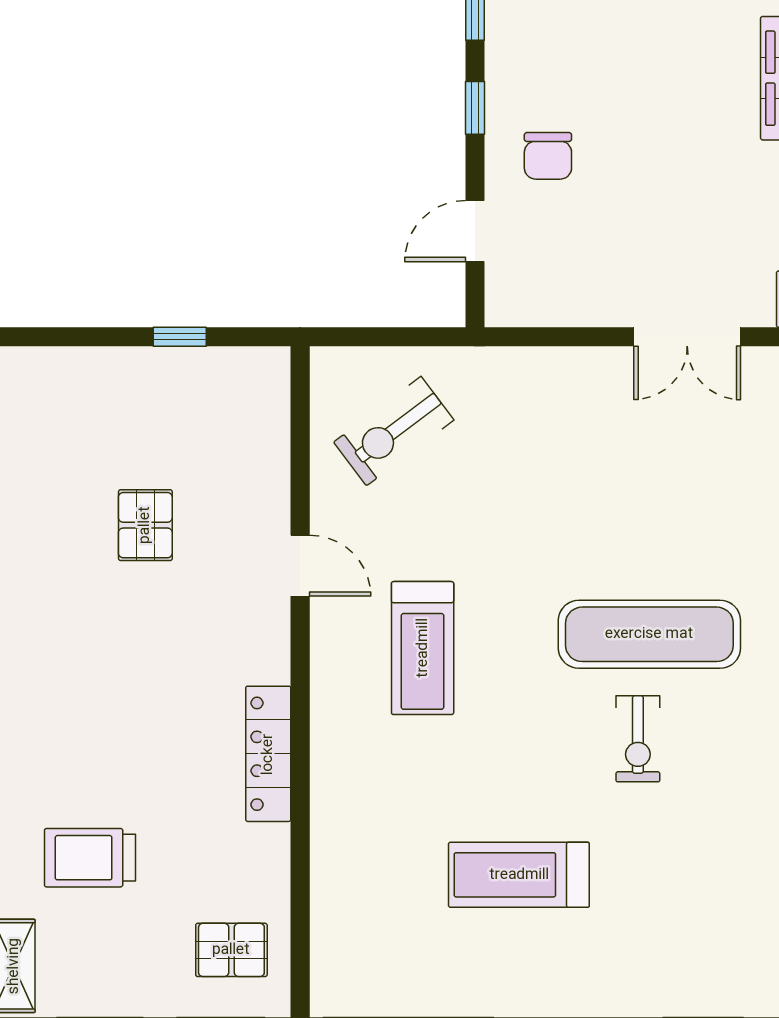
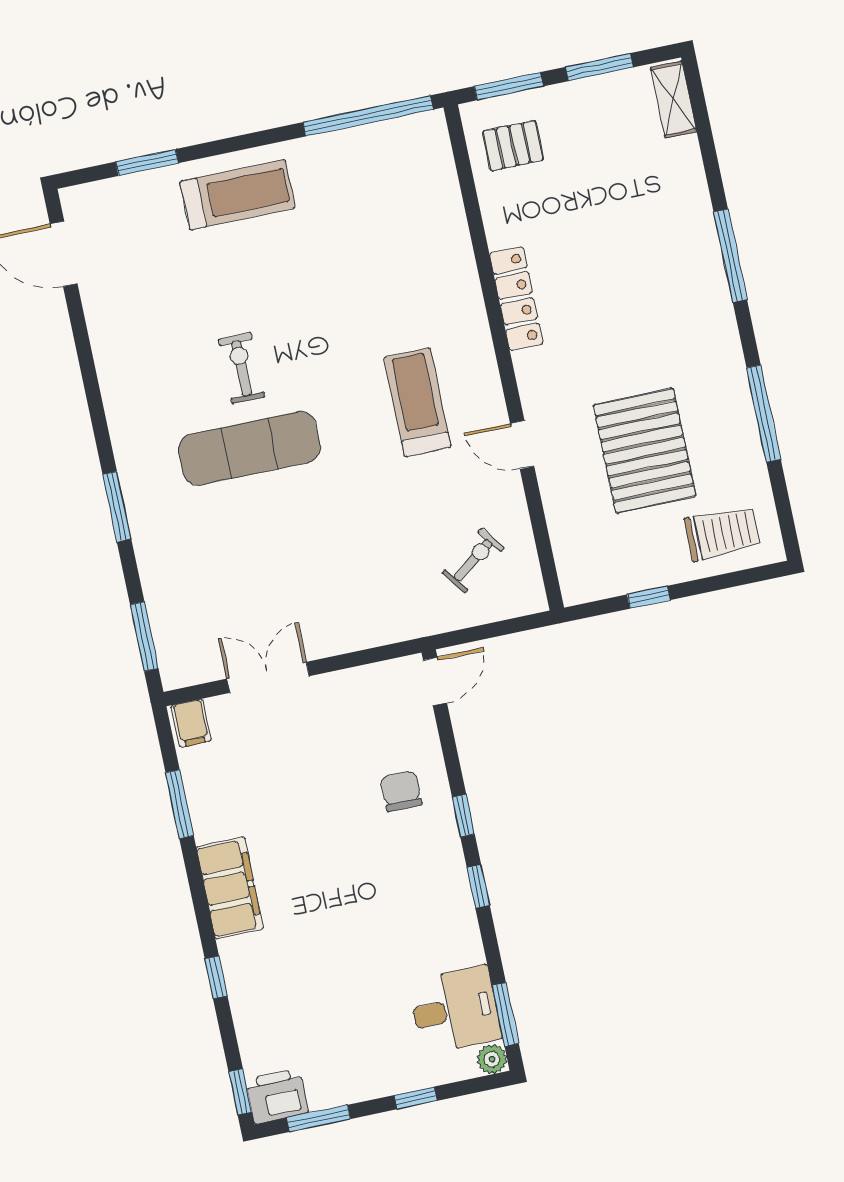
door: (475, 231) -> (435, 682), moved
exercise bike: (394, 431) -> (473, 560), width x0.73, depth x0.72
pallet: (145, 525) -> (645, 451), width x2.05, depth x2.00
trolley: (90, 858) -> (722, 533), moved
treadmill: (519, 875) -> (238, 195), moved

